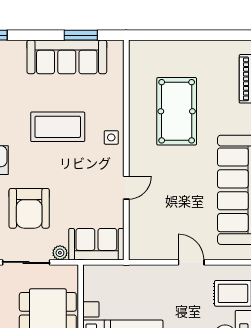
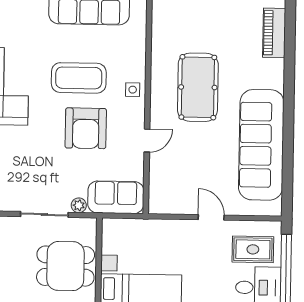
pool table: (177, 111) -> (198, 87), moved
armchair: (29, 208) -> (86, 128), moved

